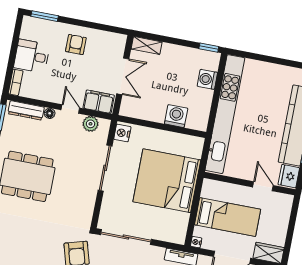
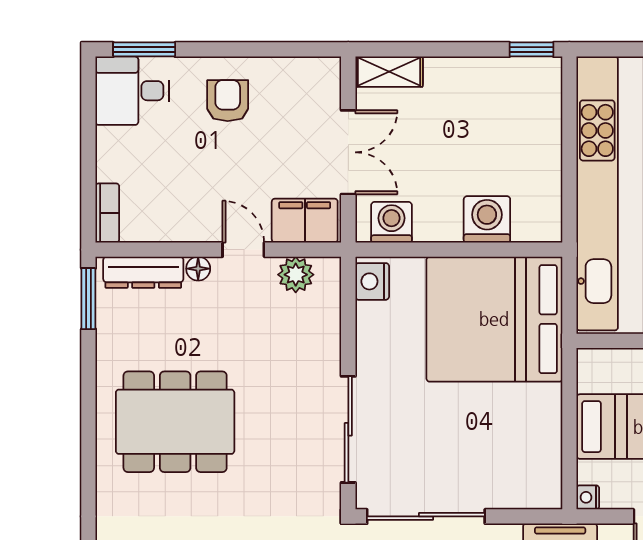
desk: (32, 56) -> (132, 91), moved
washing machine: (207, 79) -> (392, 222), moved, turned 90
sliding door: (105, 168) -> (348, 429), moved
bed: (167, 181) -> (494, 319), moved

